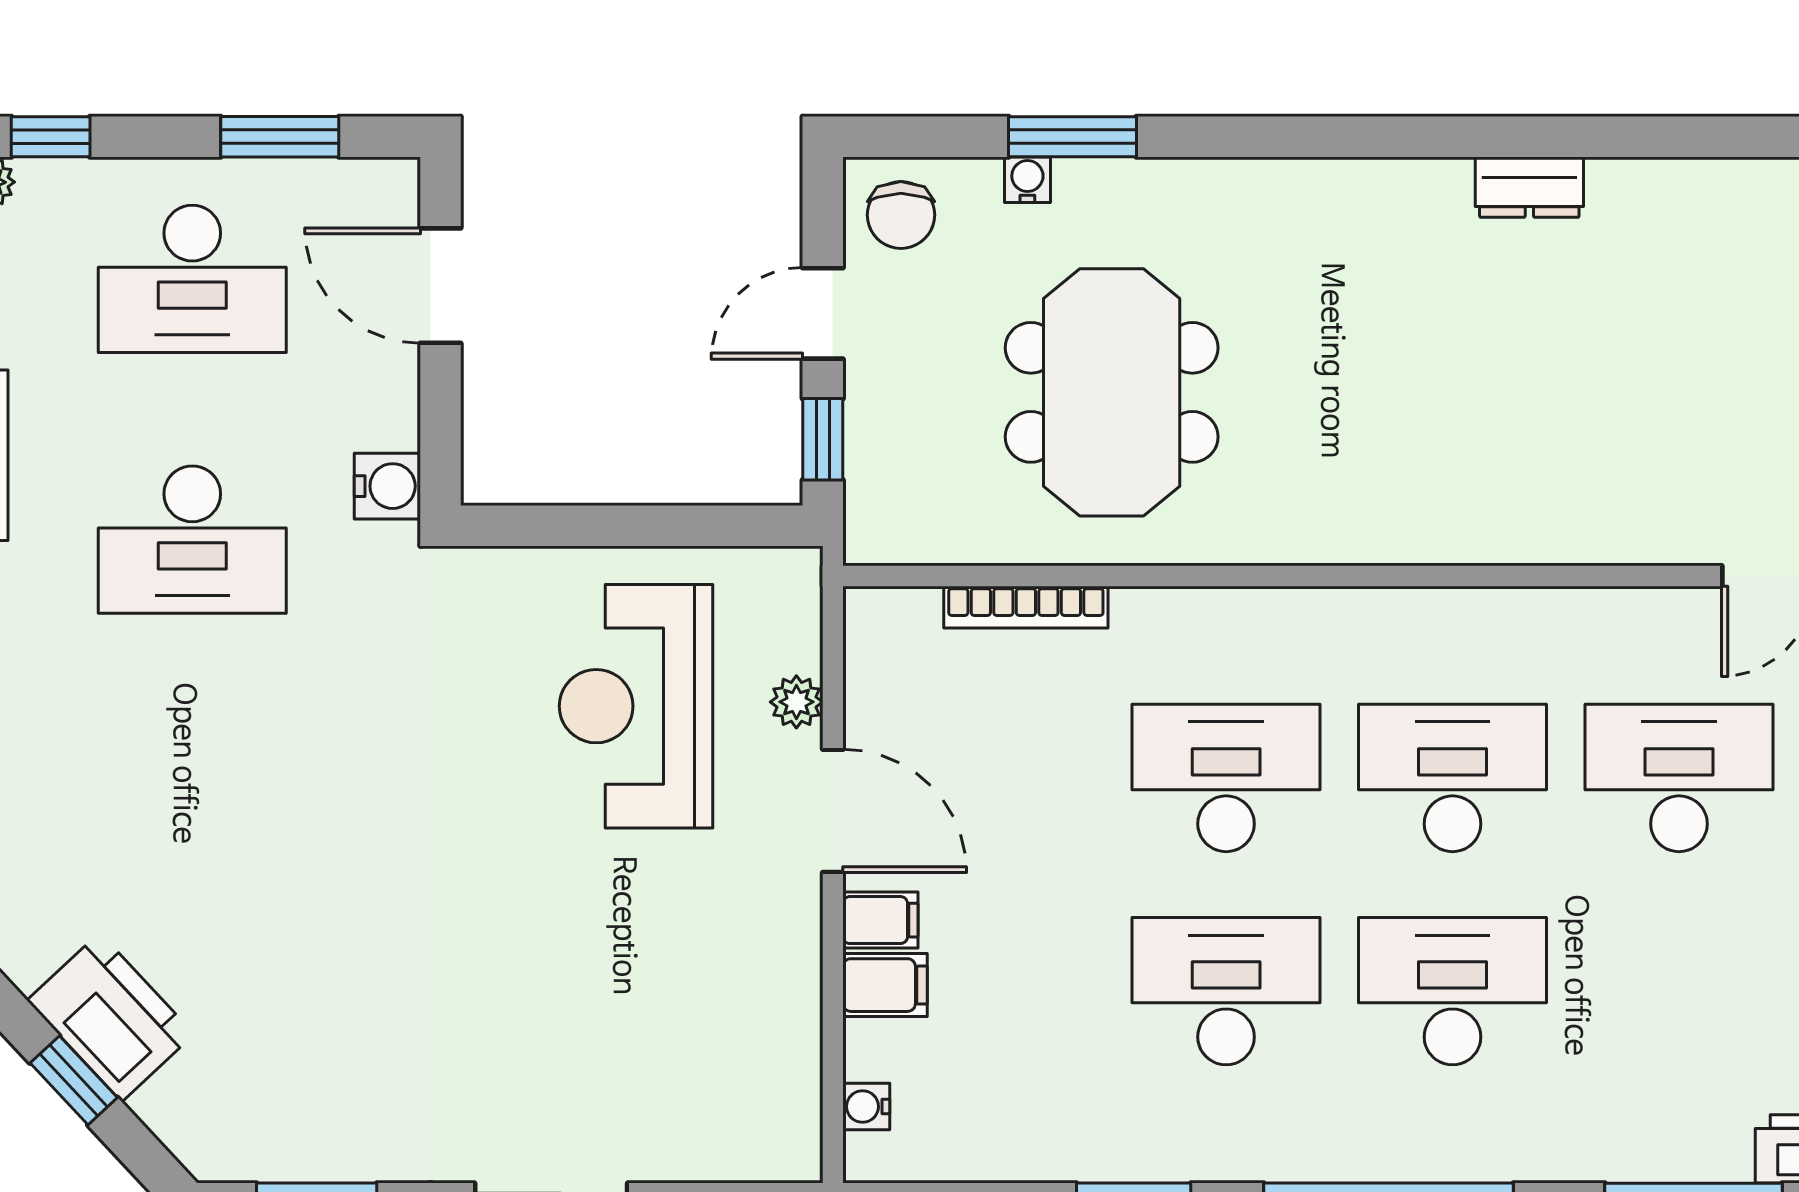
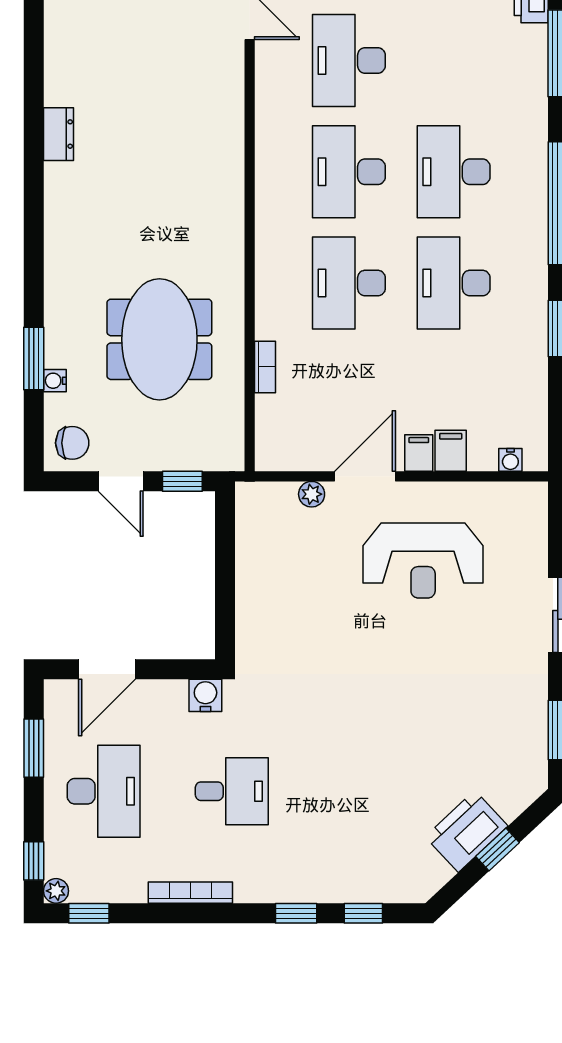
meeting table: (1112, 392) -> (159, 339), turned 90
desk: (192, 540) -> (232, 791), width x0.73
bookcase: (1026, 607) -> (265, 367), width x0.64
reception desk: (636, 706) -> (423, 560), moved

